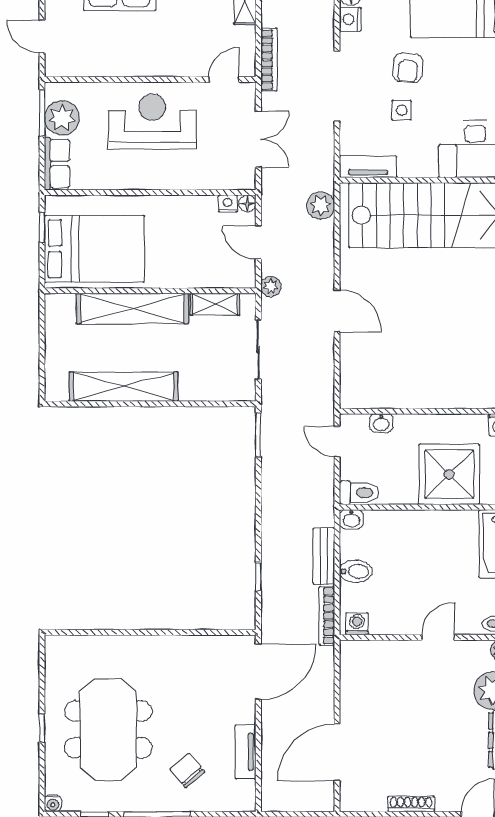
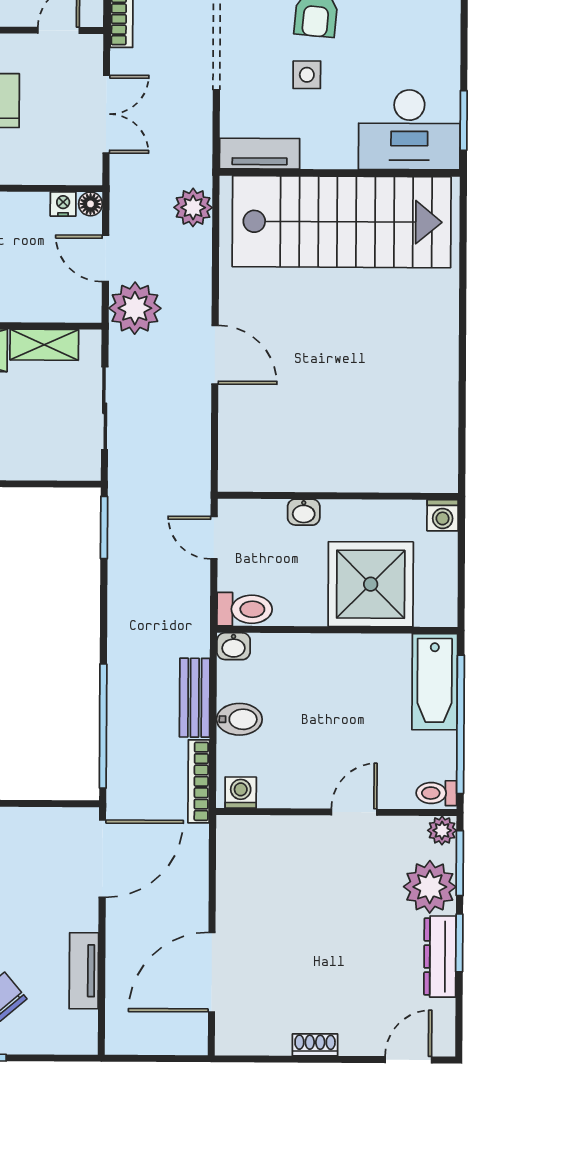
plant: (271, 287) -> (135, 308), width x1.87, depth x1.87
washbasin: (381, 423) -> (304, 512), moved
window: (258, 577) -> (103, 726), width x3.17
shoe rack: (411, 804) -> (315, 1045), width x0.70

